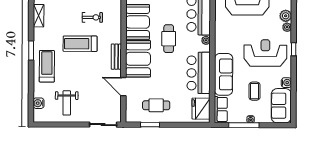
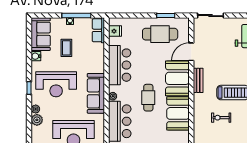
sofa: (224, 74) -> (96, 93), moved
door: (123, 87) -> (191, 52), swing flipped
cafe table: (156, 105) -> (160, 34), width x1.37, depth x1.35
fridge: (201, 109) -> (115, 31), width x0.53, depth x0.75

